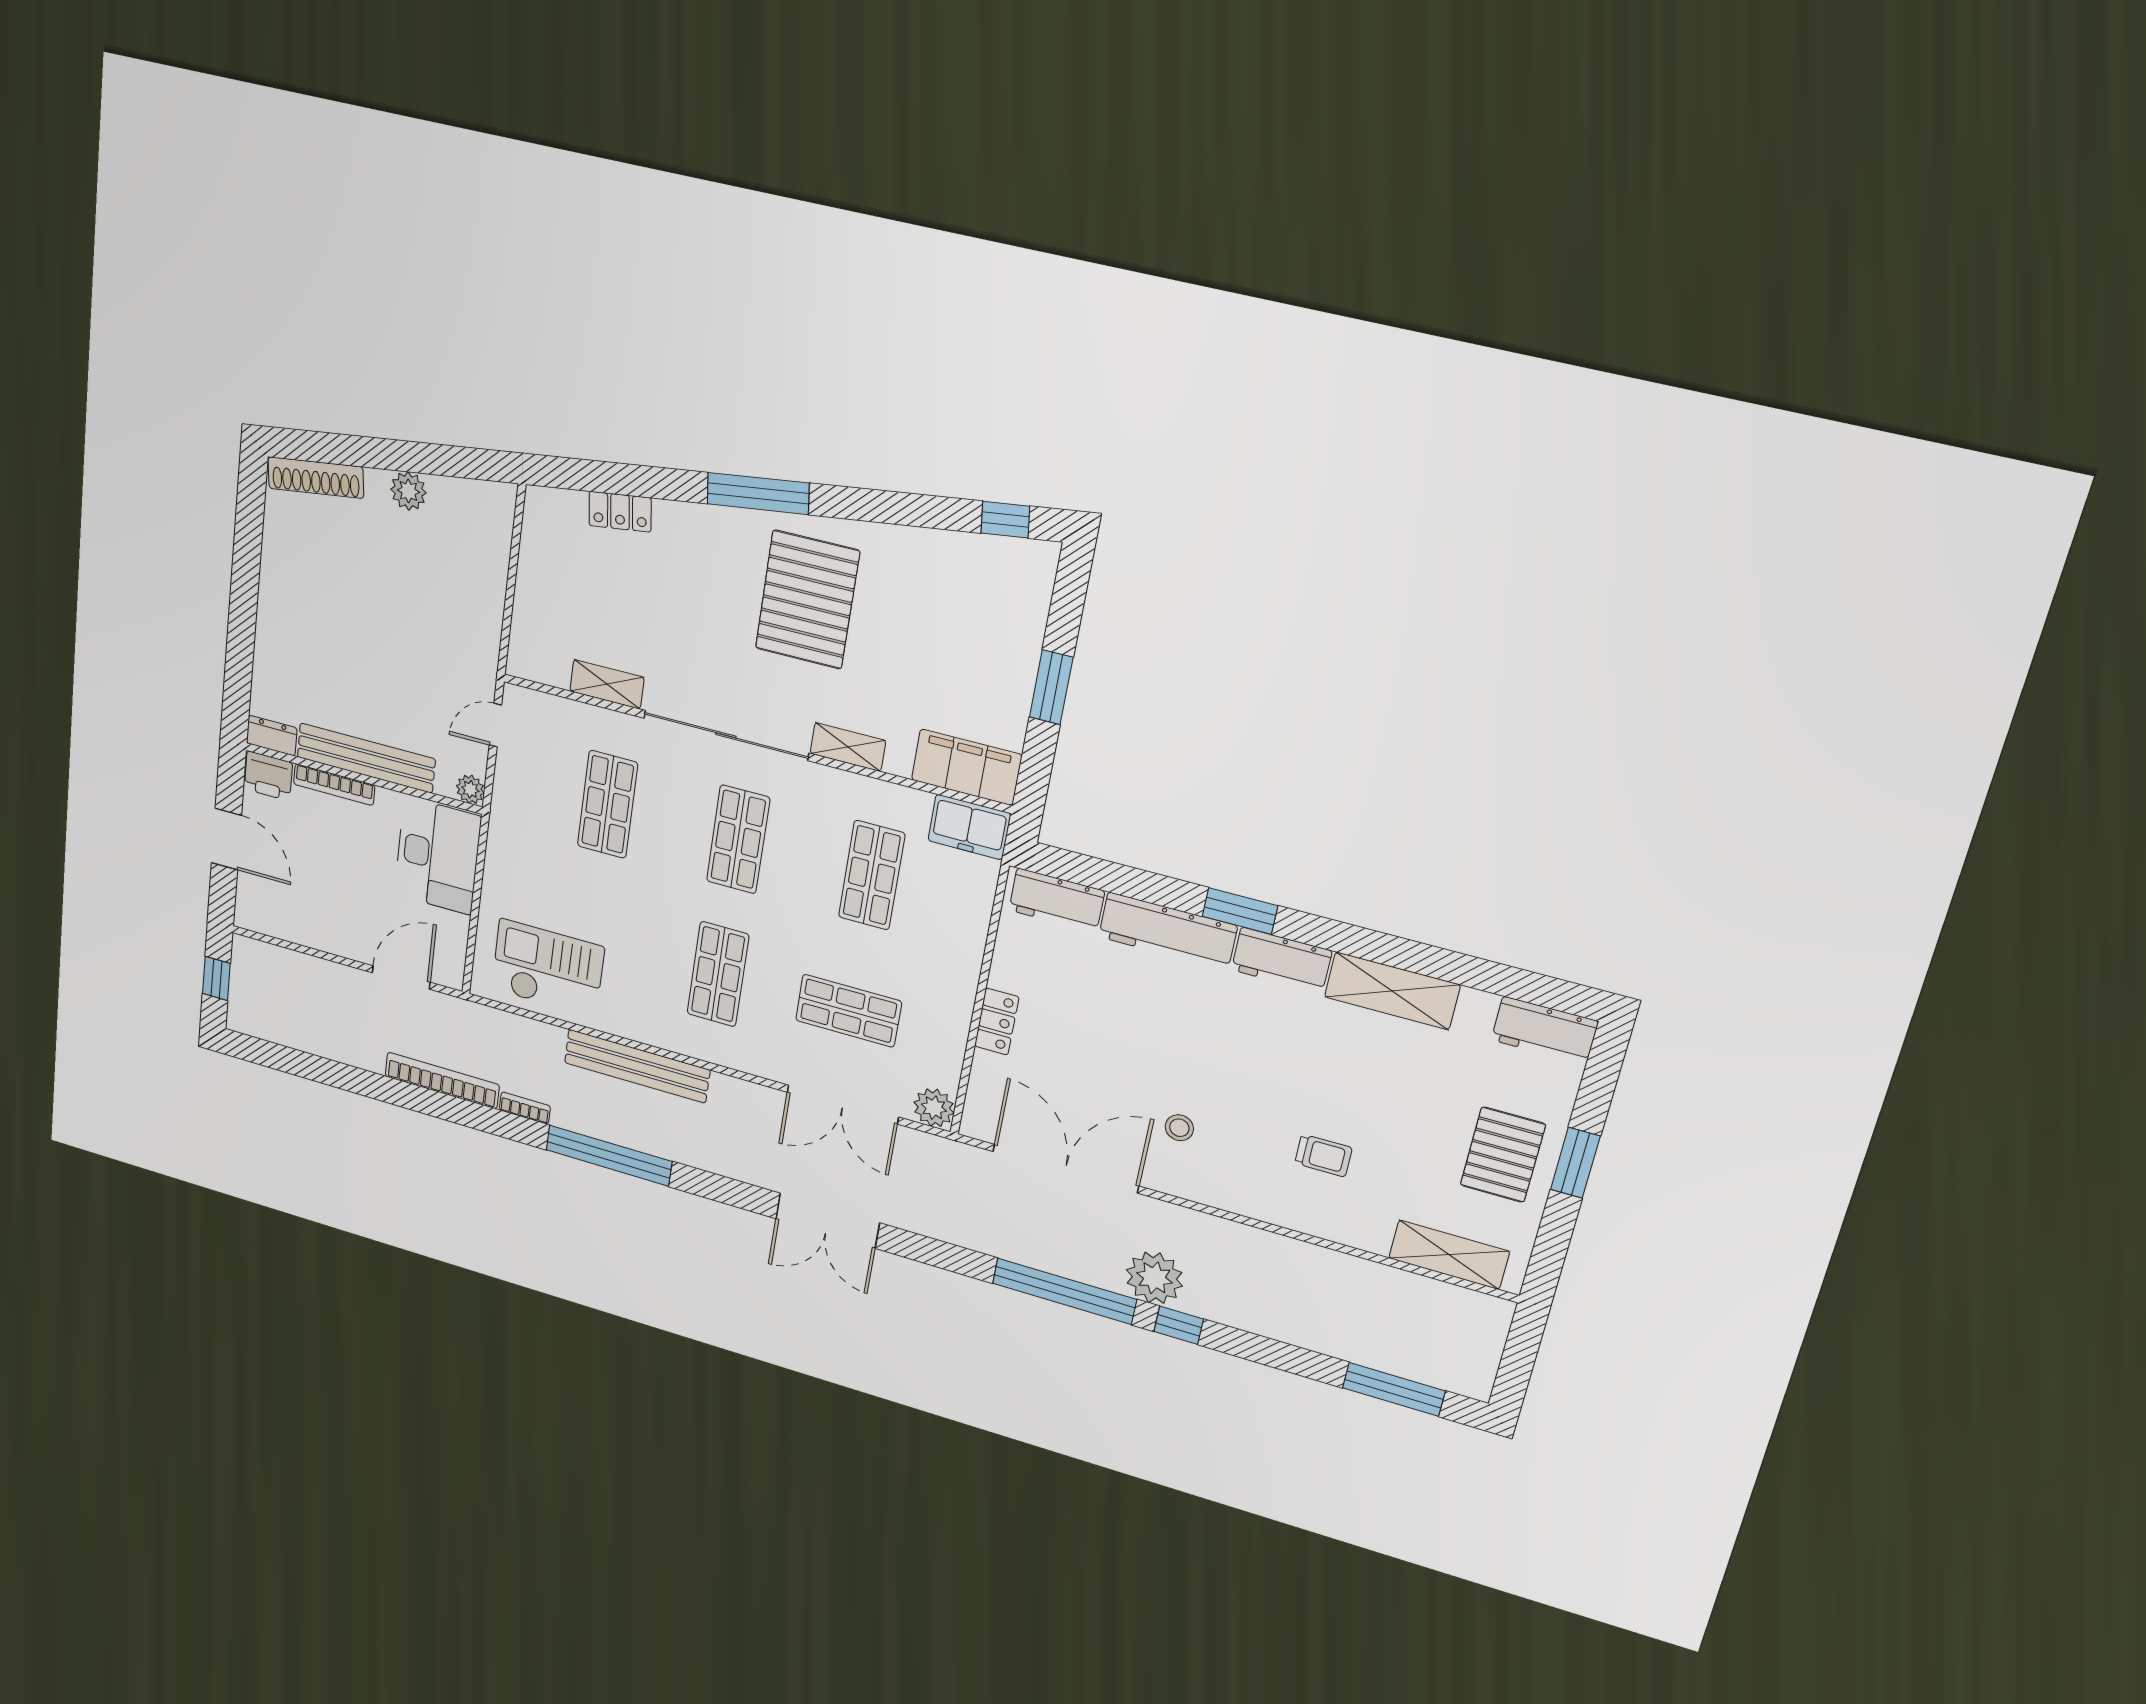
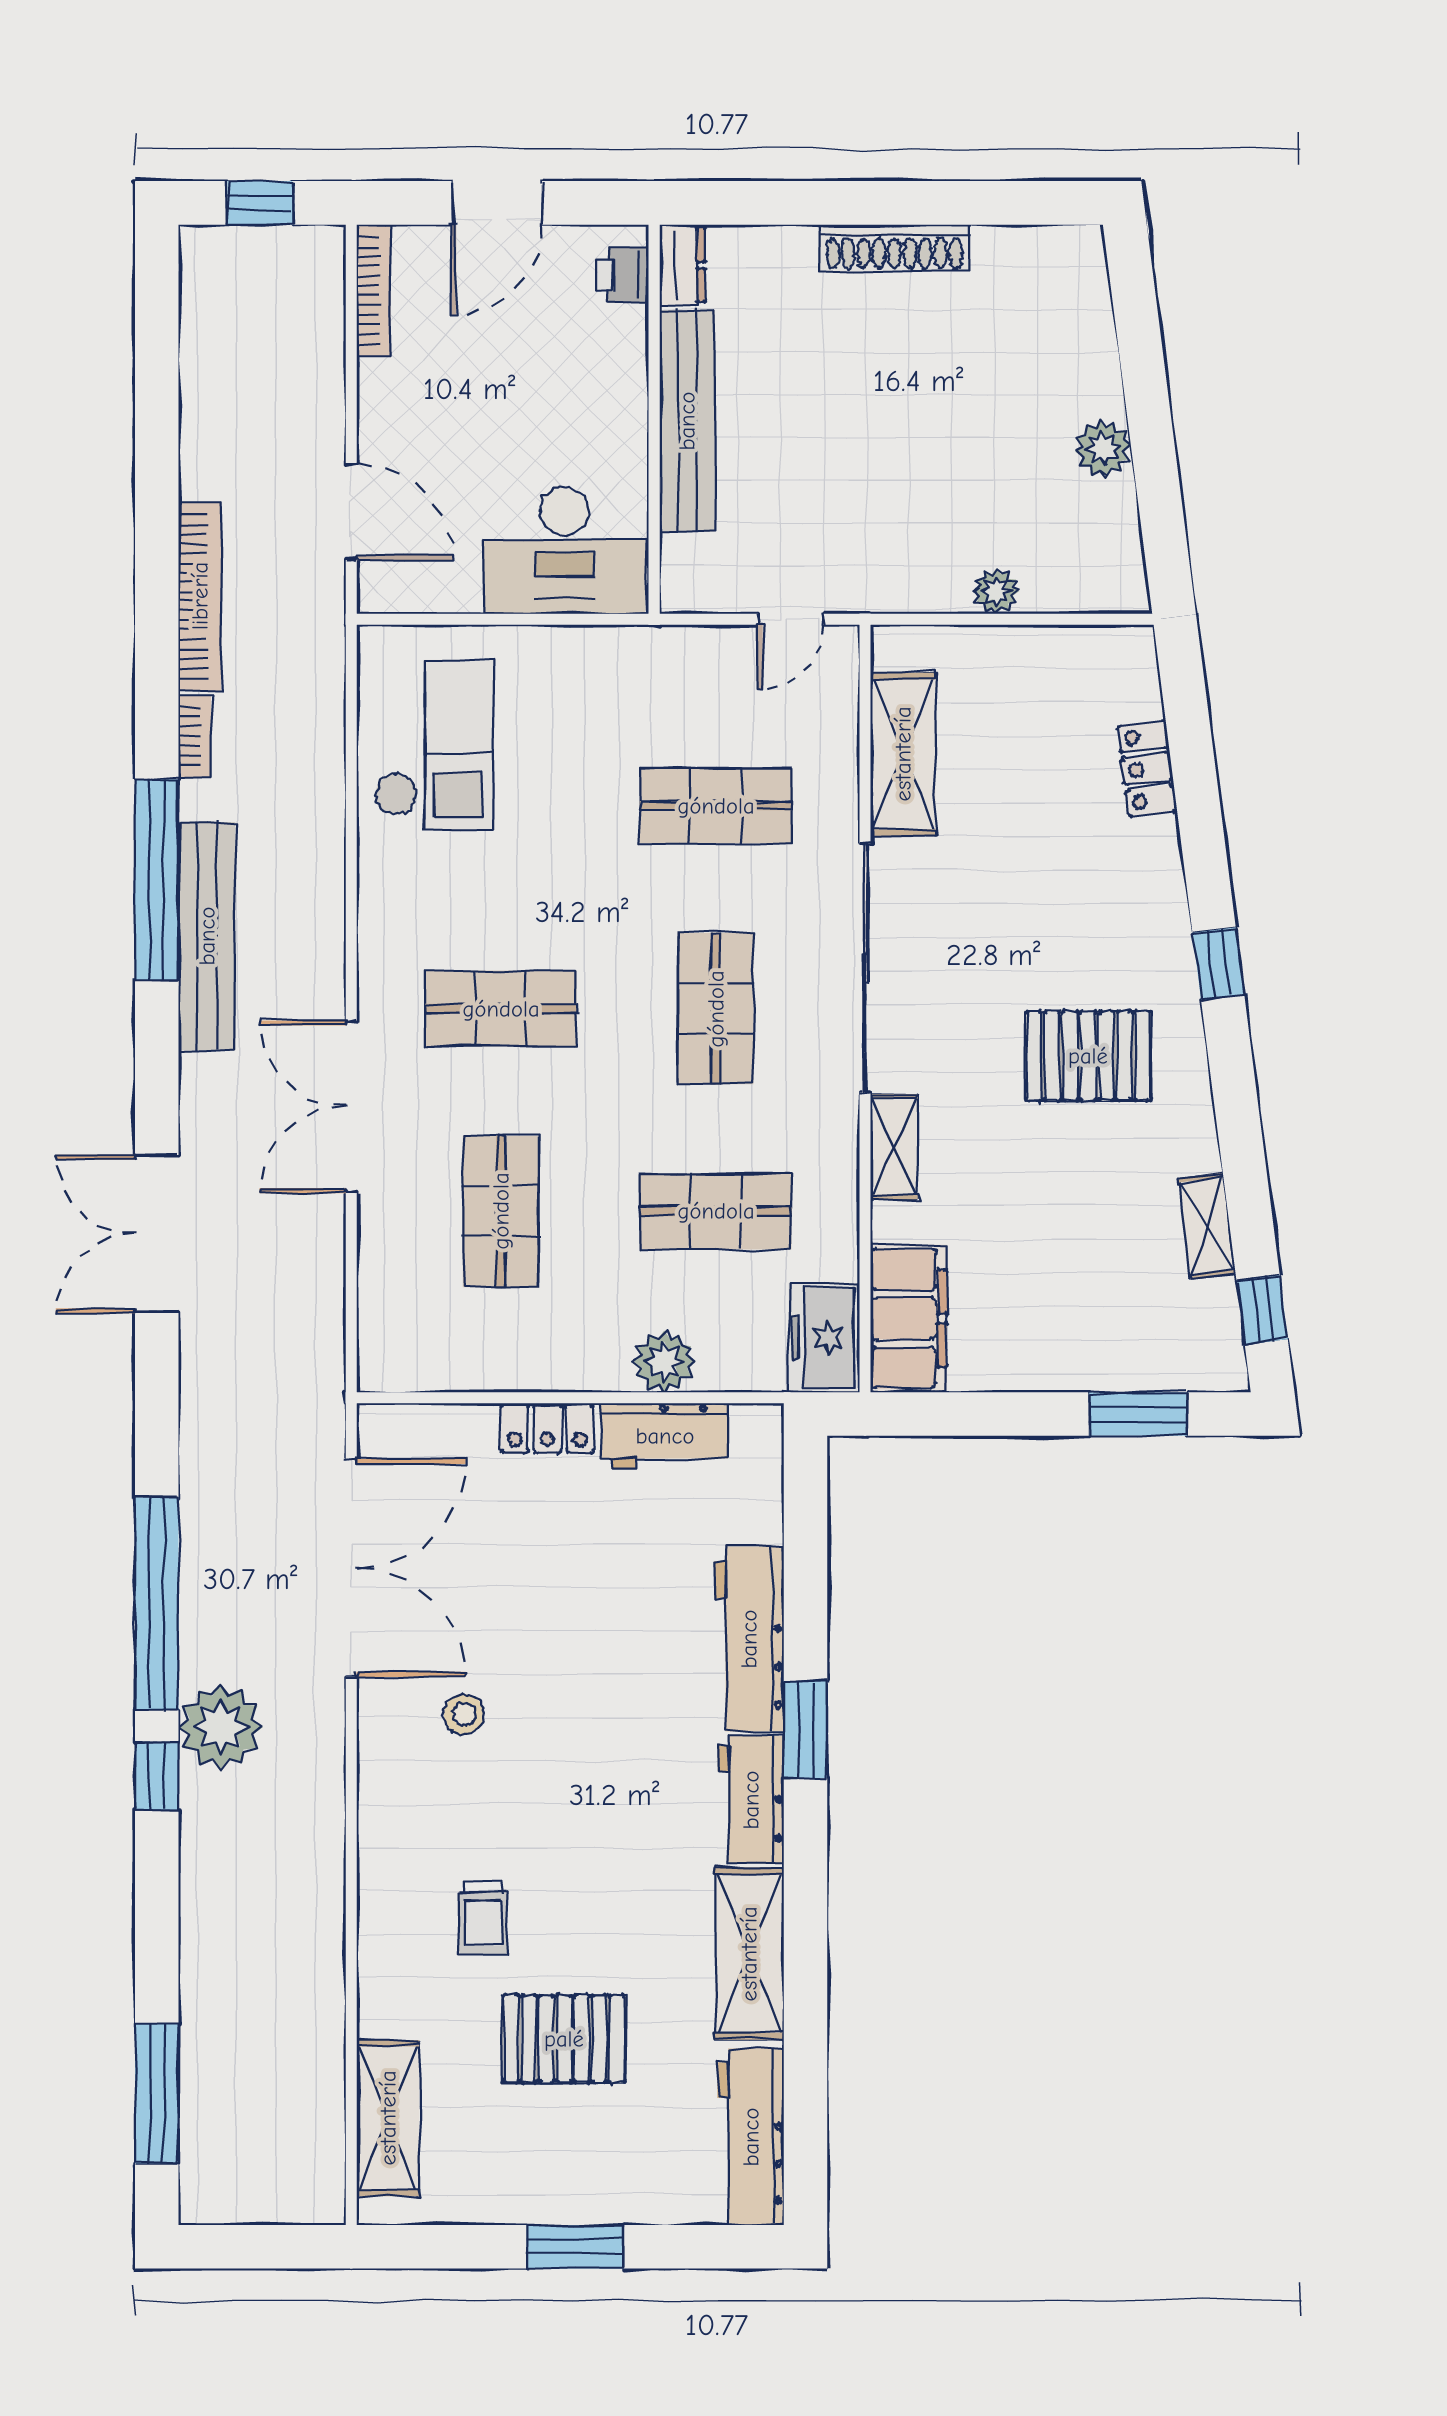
shoe rack: (316, 478) -> (894, 248), moved, turned -83
window: (758, 494) -> (1218, 964), width x0.46
shelving: (939, 545) -> (1207, 1226), added
pallet: (807, 600) -> (1088, 1056), width x0.73, depth x0.71
shelving: (607, 684) -> (903, 754), width x1.50, depth x1.33
window: (1051, 687) -> (1138, 1414), moved
door: (495, 725) -> (791, 619), swing flipped
printer: (268, 776) -> (623, 275), width x0.73, depth x0.81
bookcase: (334, 785) -> (374, 291), moved, turned 180
plant: (470, 789) -> (996, 591), moved
shop shelf: (738, 839) -> (716, 1009), turned 90
workbench: (1057, 900) -> (665, 1436), moved, turned -90
workbench: (1545, 1031) -> (751, 2137), width x1.38
bench: (637, 1066) -> (207, 936), moved
double door: (843, 1105) -> (351, 1107), moved
plant: (934, 1108) -> (664, 1362), moved
pallet: (1503, 1155) -> (564, 2039), moved

